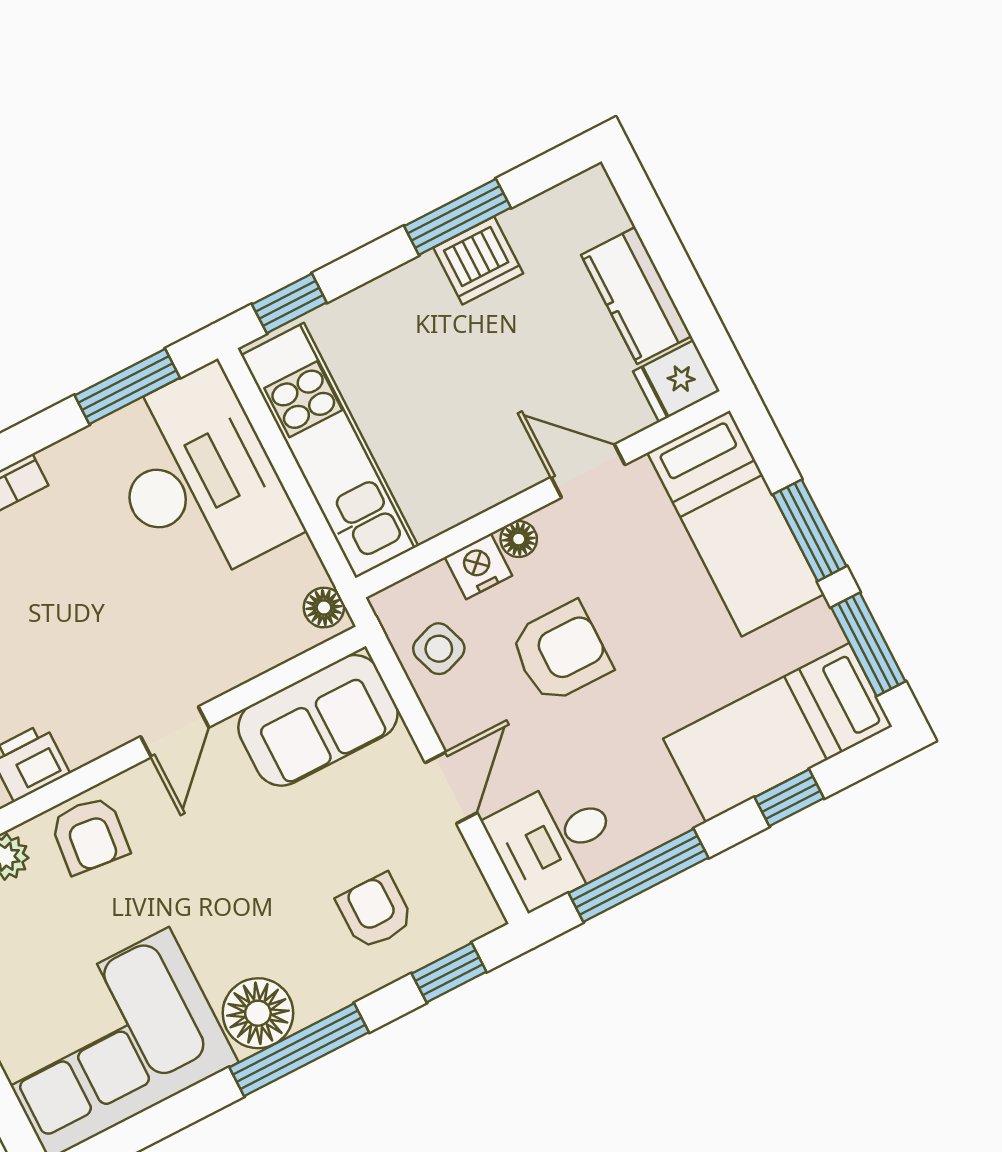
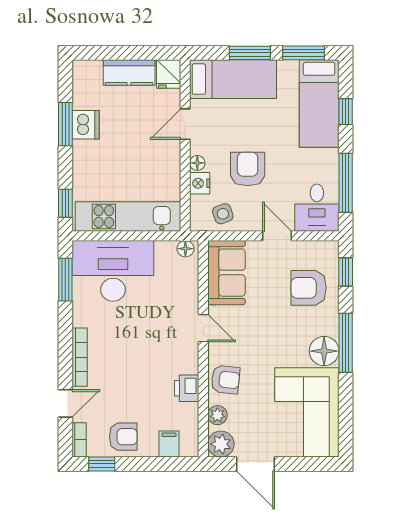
armchair: (375, 911) -> (309, 288), width x1.38, depth x1.38

